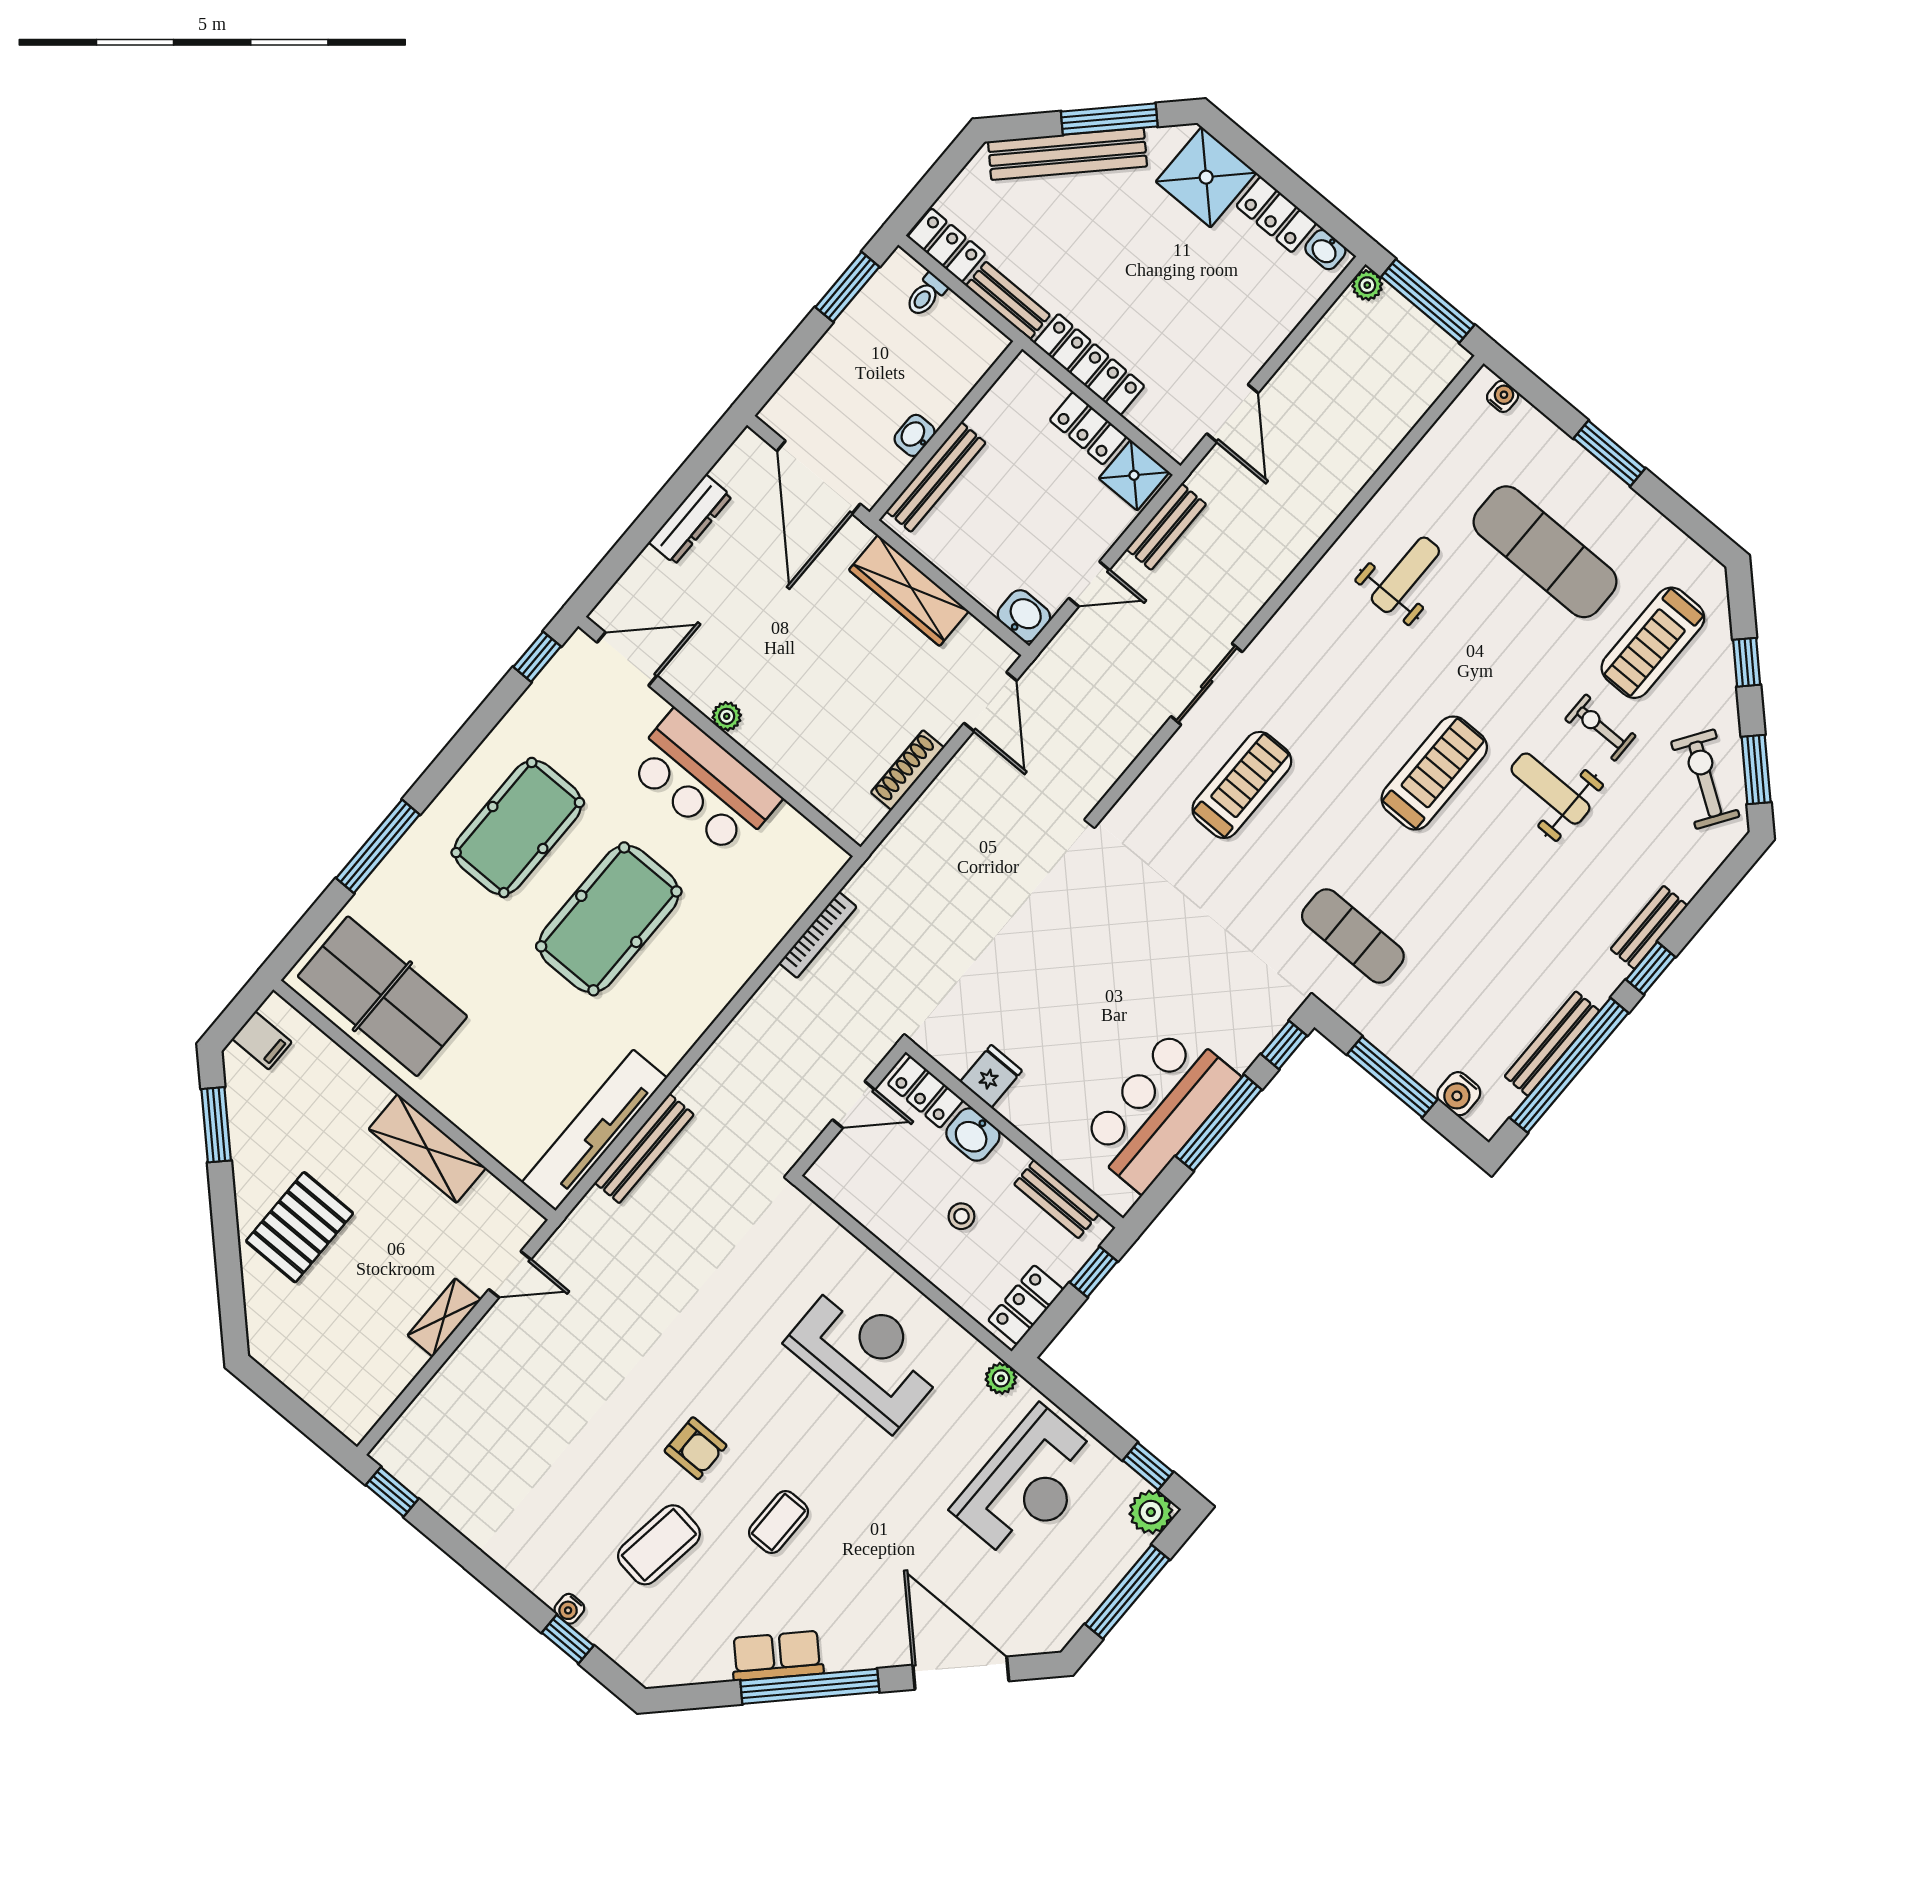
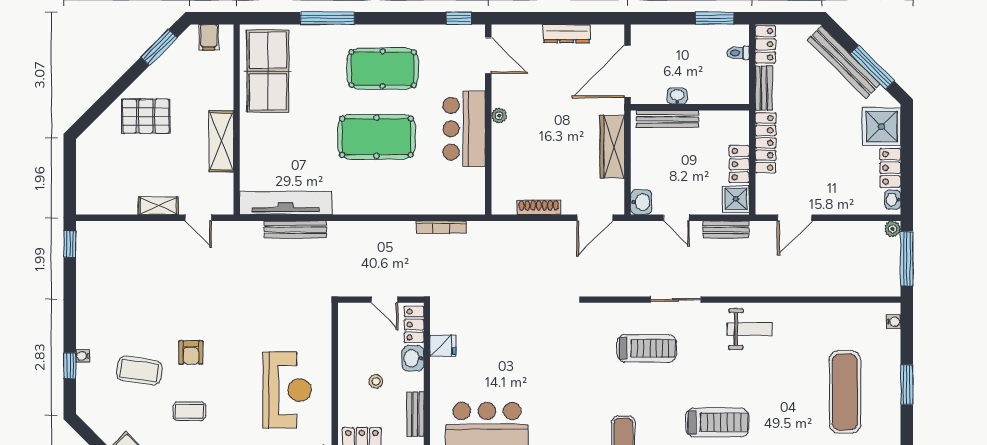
weight bench: (1405, 575) -> (749, 329), moved

